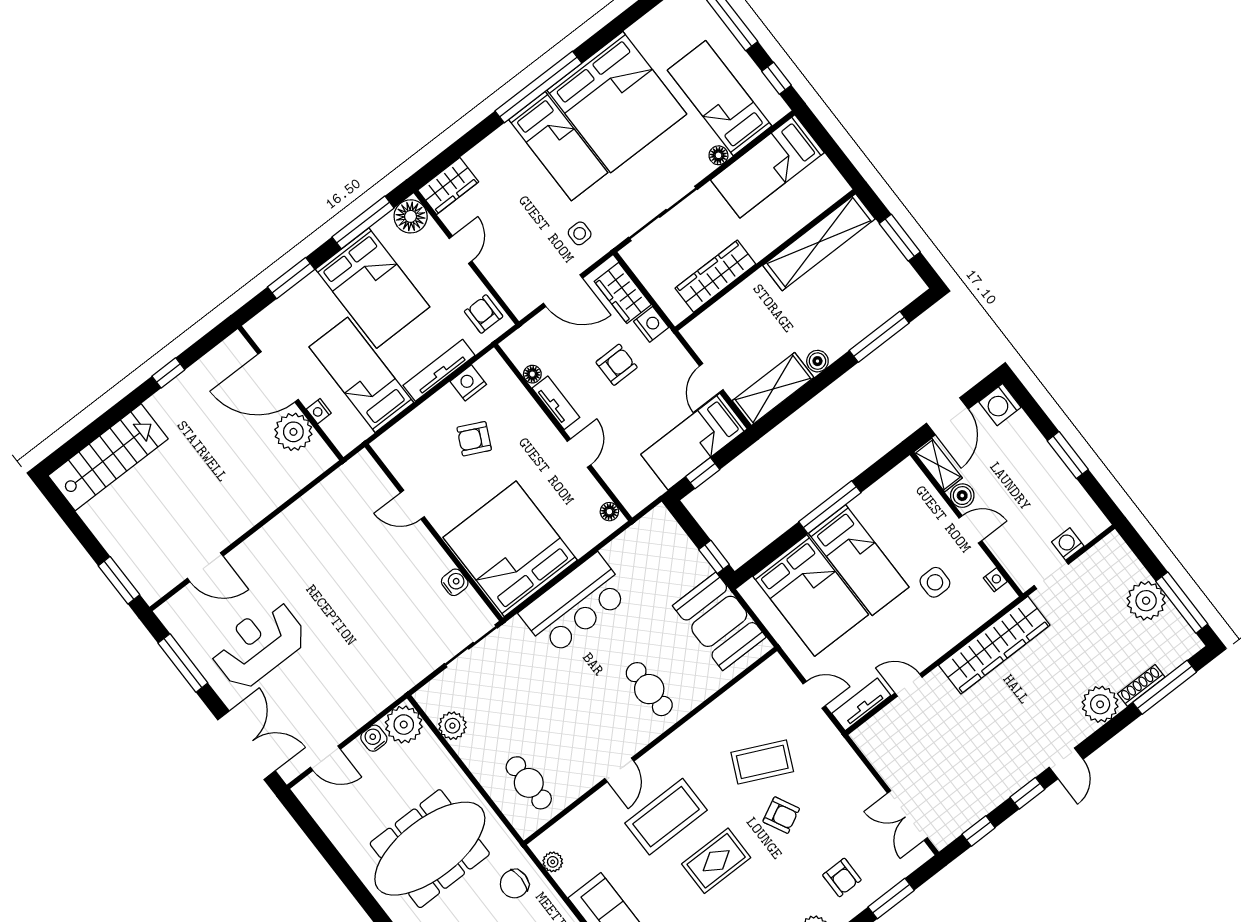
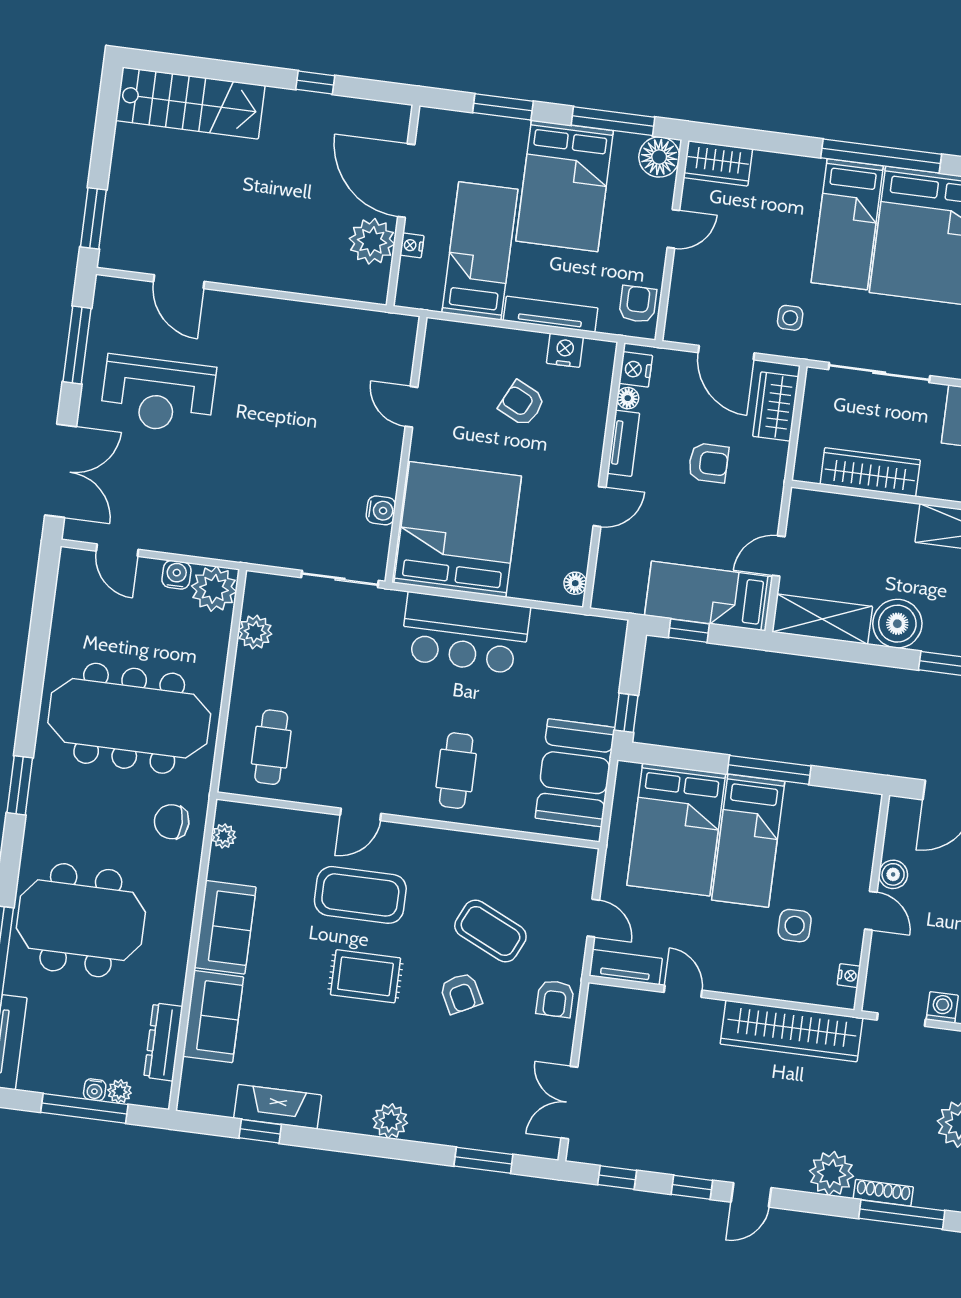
nightstand: (651, 324) -> (636, 369), moved, turned 180
boiler: (817, 361) -> (897, 624), width x1.86, depth x1.86
shelving: (938, 465) -> (899, 827), removed
reception desk: (258, 644) -> (158, 394), turned 180
armchair: (842, 877) -> (555, 999), moved

